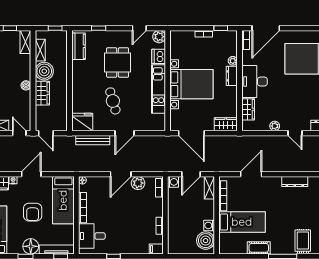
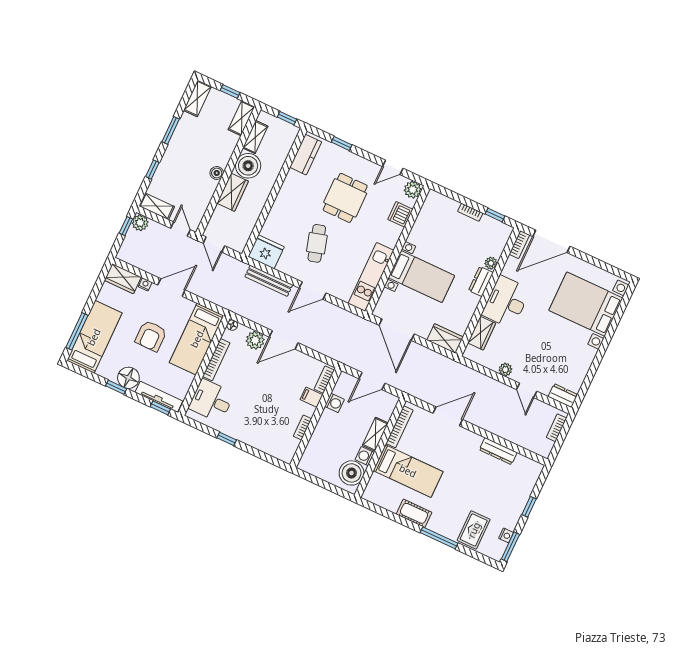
bed with nightstands: (191, 84) -> (421, 277), width x0.73
kitchen unit: (158, 89) -> (371, 277), moved
washing machine: (173, 182) -> (334, 403), moved
plant: (138, 183) -> (255, 340), moved
shelving: (209, 188) -> (375, 434), moved
filing cabinet: (156, 249) -> (311, 397), moved

